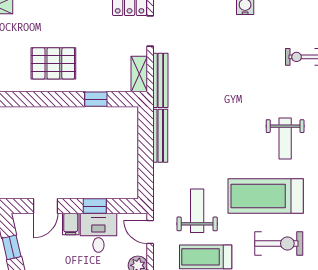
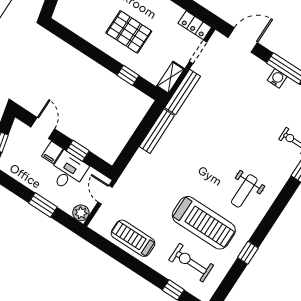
pallet: (53, 63) -> (129, 32), moved
treadmill: (266, 196) -> (204, 223), turned 180
door: (46, 206) -> (43, 128), swing flipped
weight bench: (197, 211) -> (148, 201), removed
exercise bike: (279, 243) -> (191, 263), turned 180

